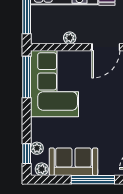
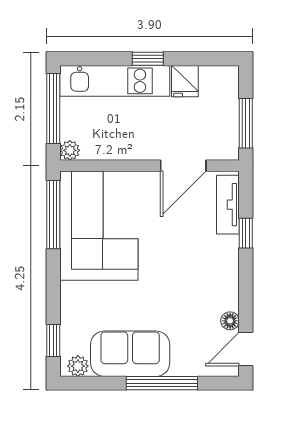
plant: (70, 38) -> (70, 150), moved
plant: (37, 148) -> (70, 332), removed

